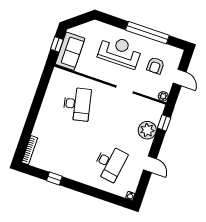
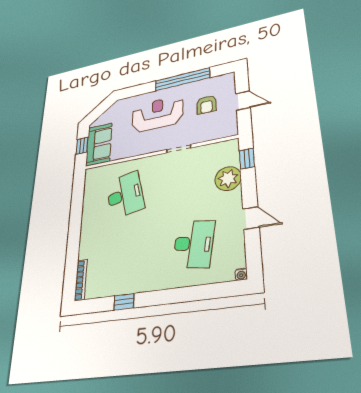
plant: (163, 96) -> (231, 130), removed

